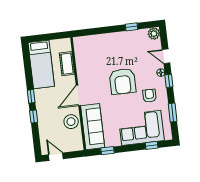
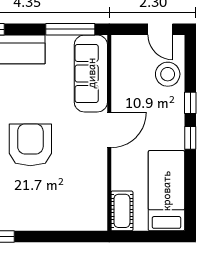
cot: (67, 64) -> (122, 211), moved
stool: (71, 122) -> (168, 74), moved
window: (108, 151) -> (70, 29), width x2.17

